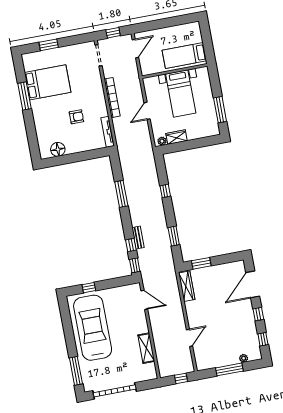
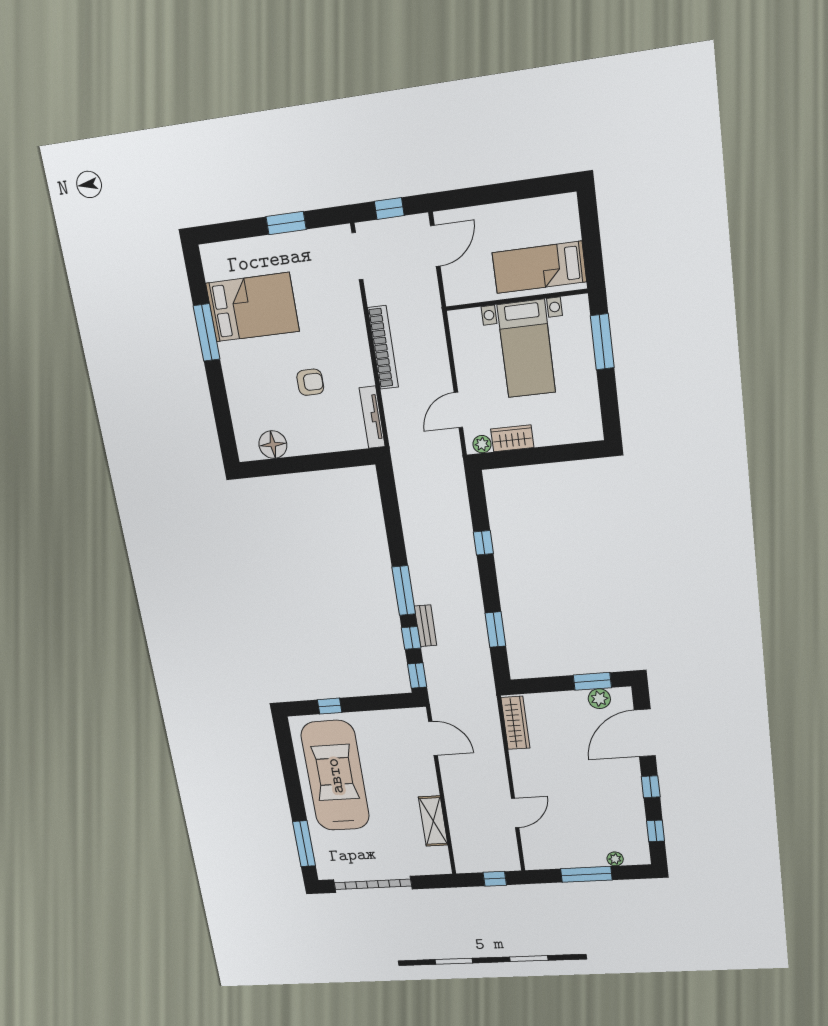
window: (49, 45) -> (286, 223), moved
window: (220, 110) -> (602, 342), moved
door: (147, 111) -> (458, 410), moved
window: (121, 194) -> (404, 590), moved
window: (201, 263) -> (592, 681), moved
plant: (228, 268) -> (599, 699), added

